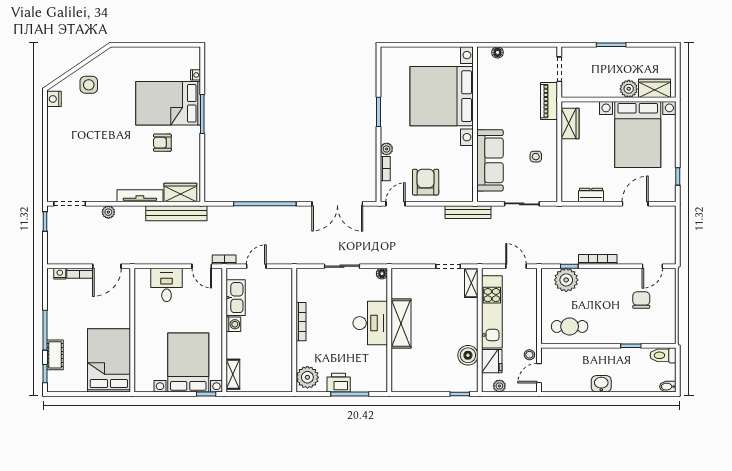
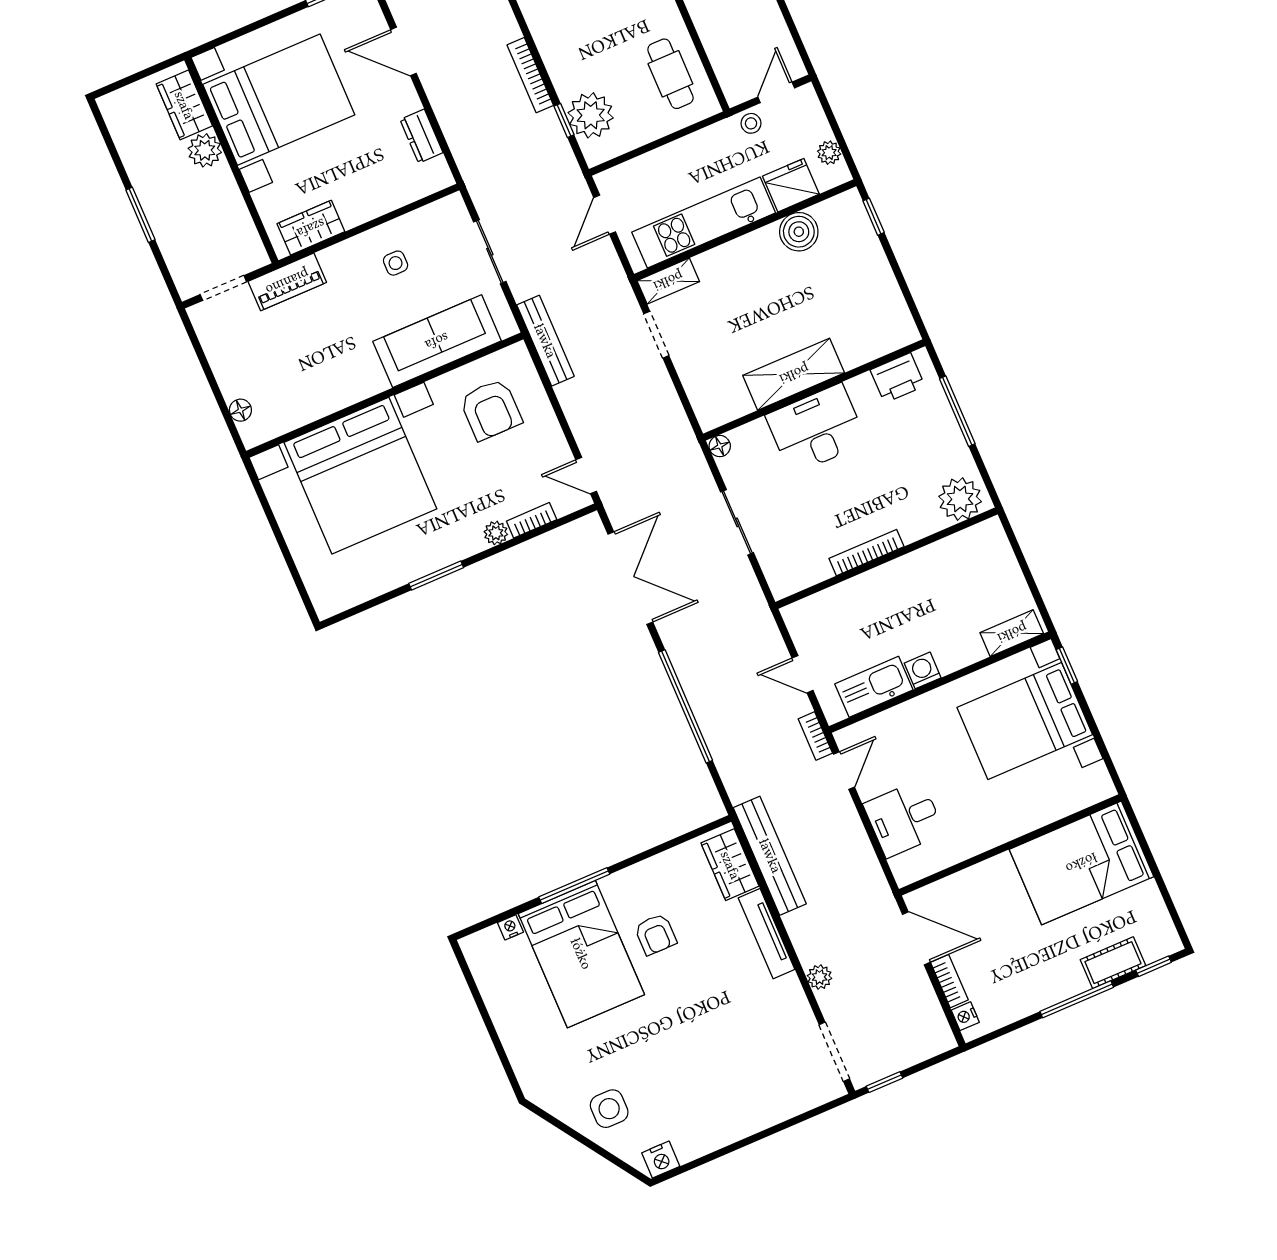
armchair: (426, 182) -> (491, 410), moved, turned -90
door: (539, 373) -> (776, 92), swing flipped
printer: (339, 383) -> (897, 378), moved, turned -90

